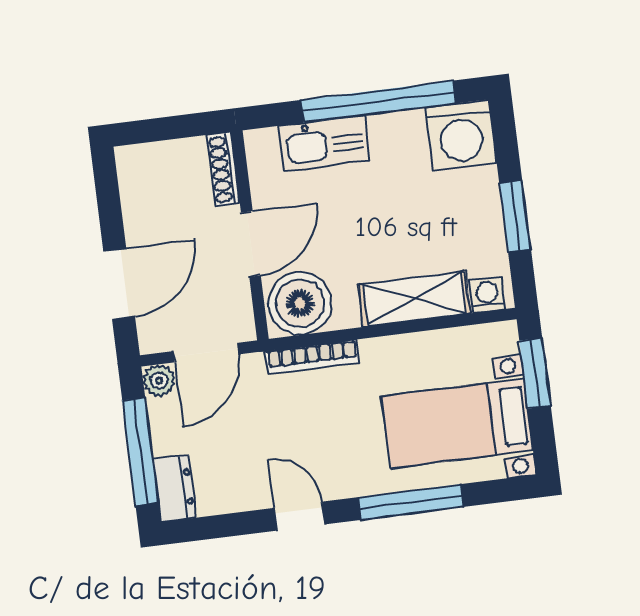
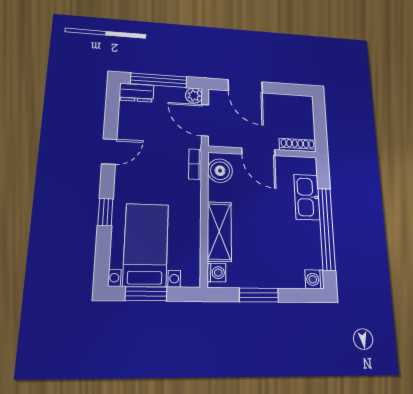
washing machine: (461, 135) -> (315, 279), width x0.53, depth x0.53
boiler: (300, 303) -> (220, 171), width x0.73, depth x0.73
bookcase: (313, 357) -> (195, 164), width x0.64
window: (535, 373) -> (146, 294), moved
window: (411, 502) -> (105, 212), width x0.46

